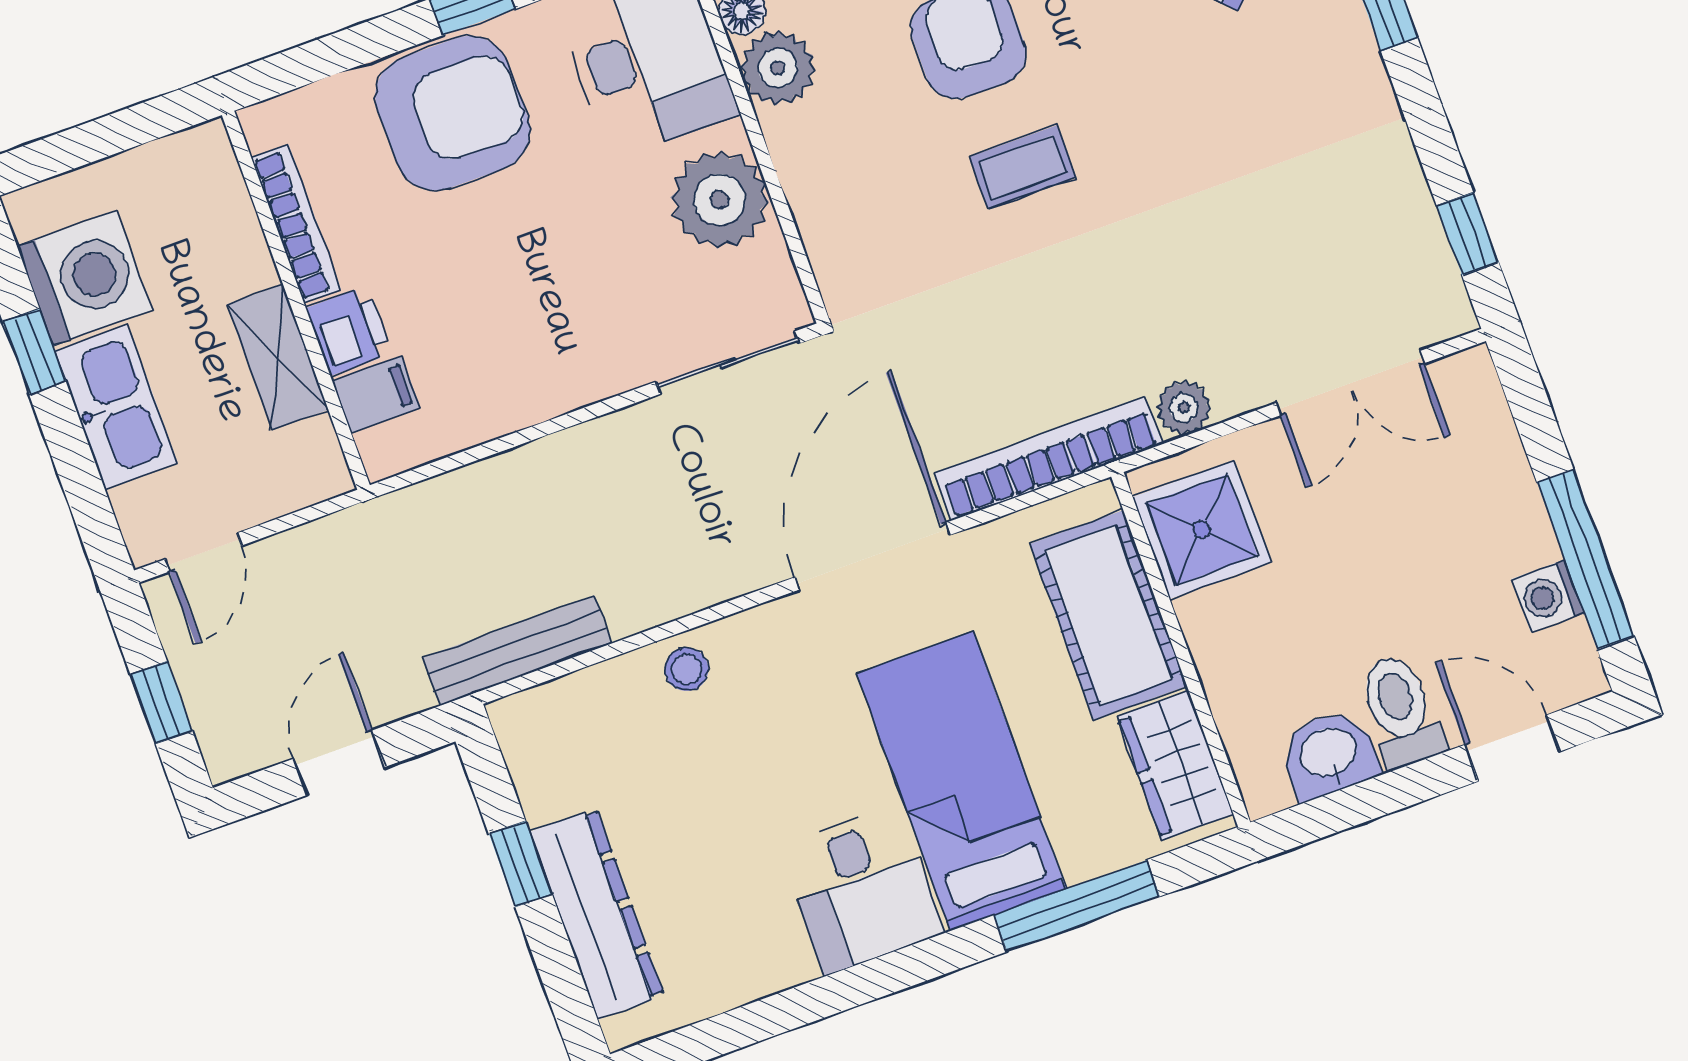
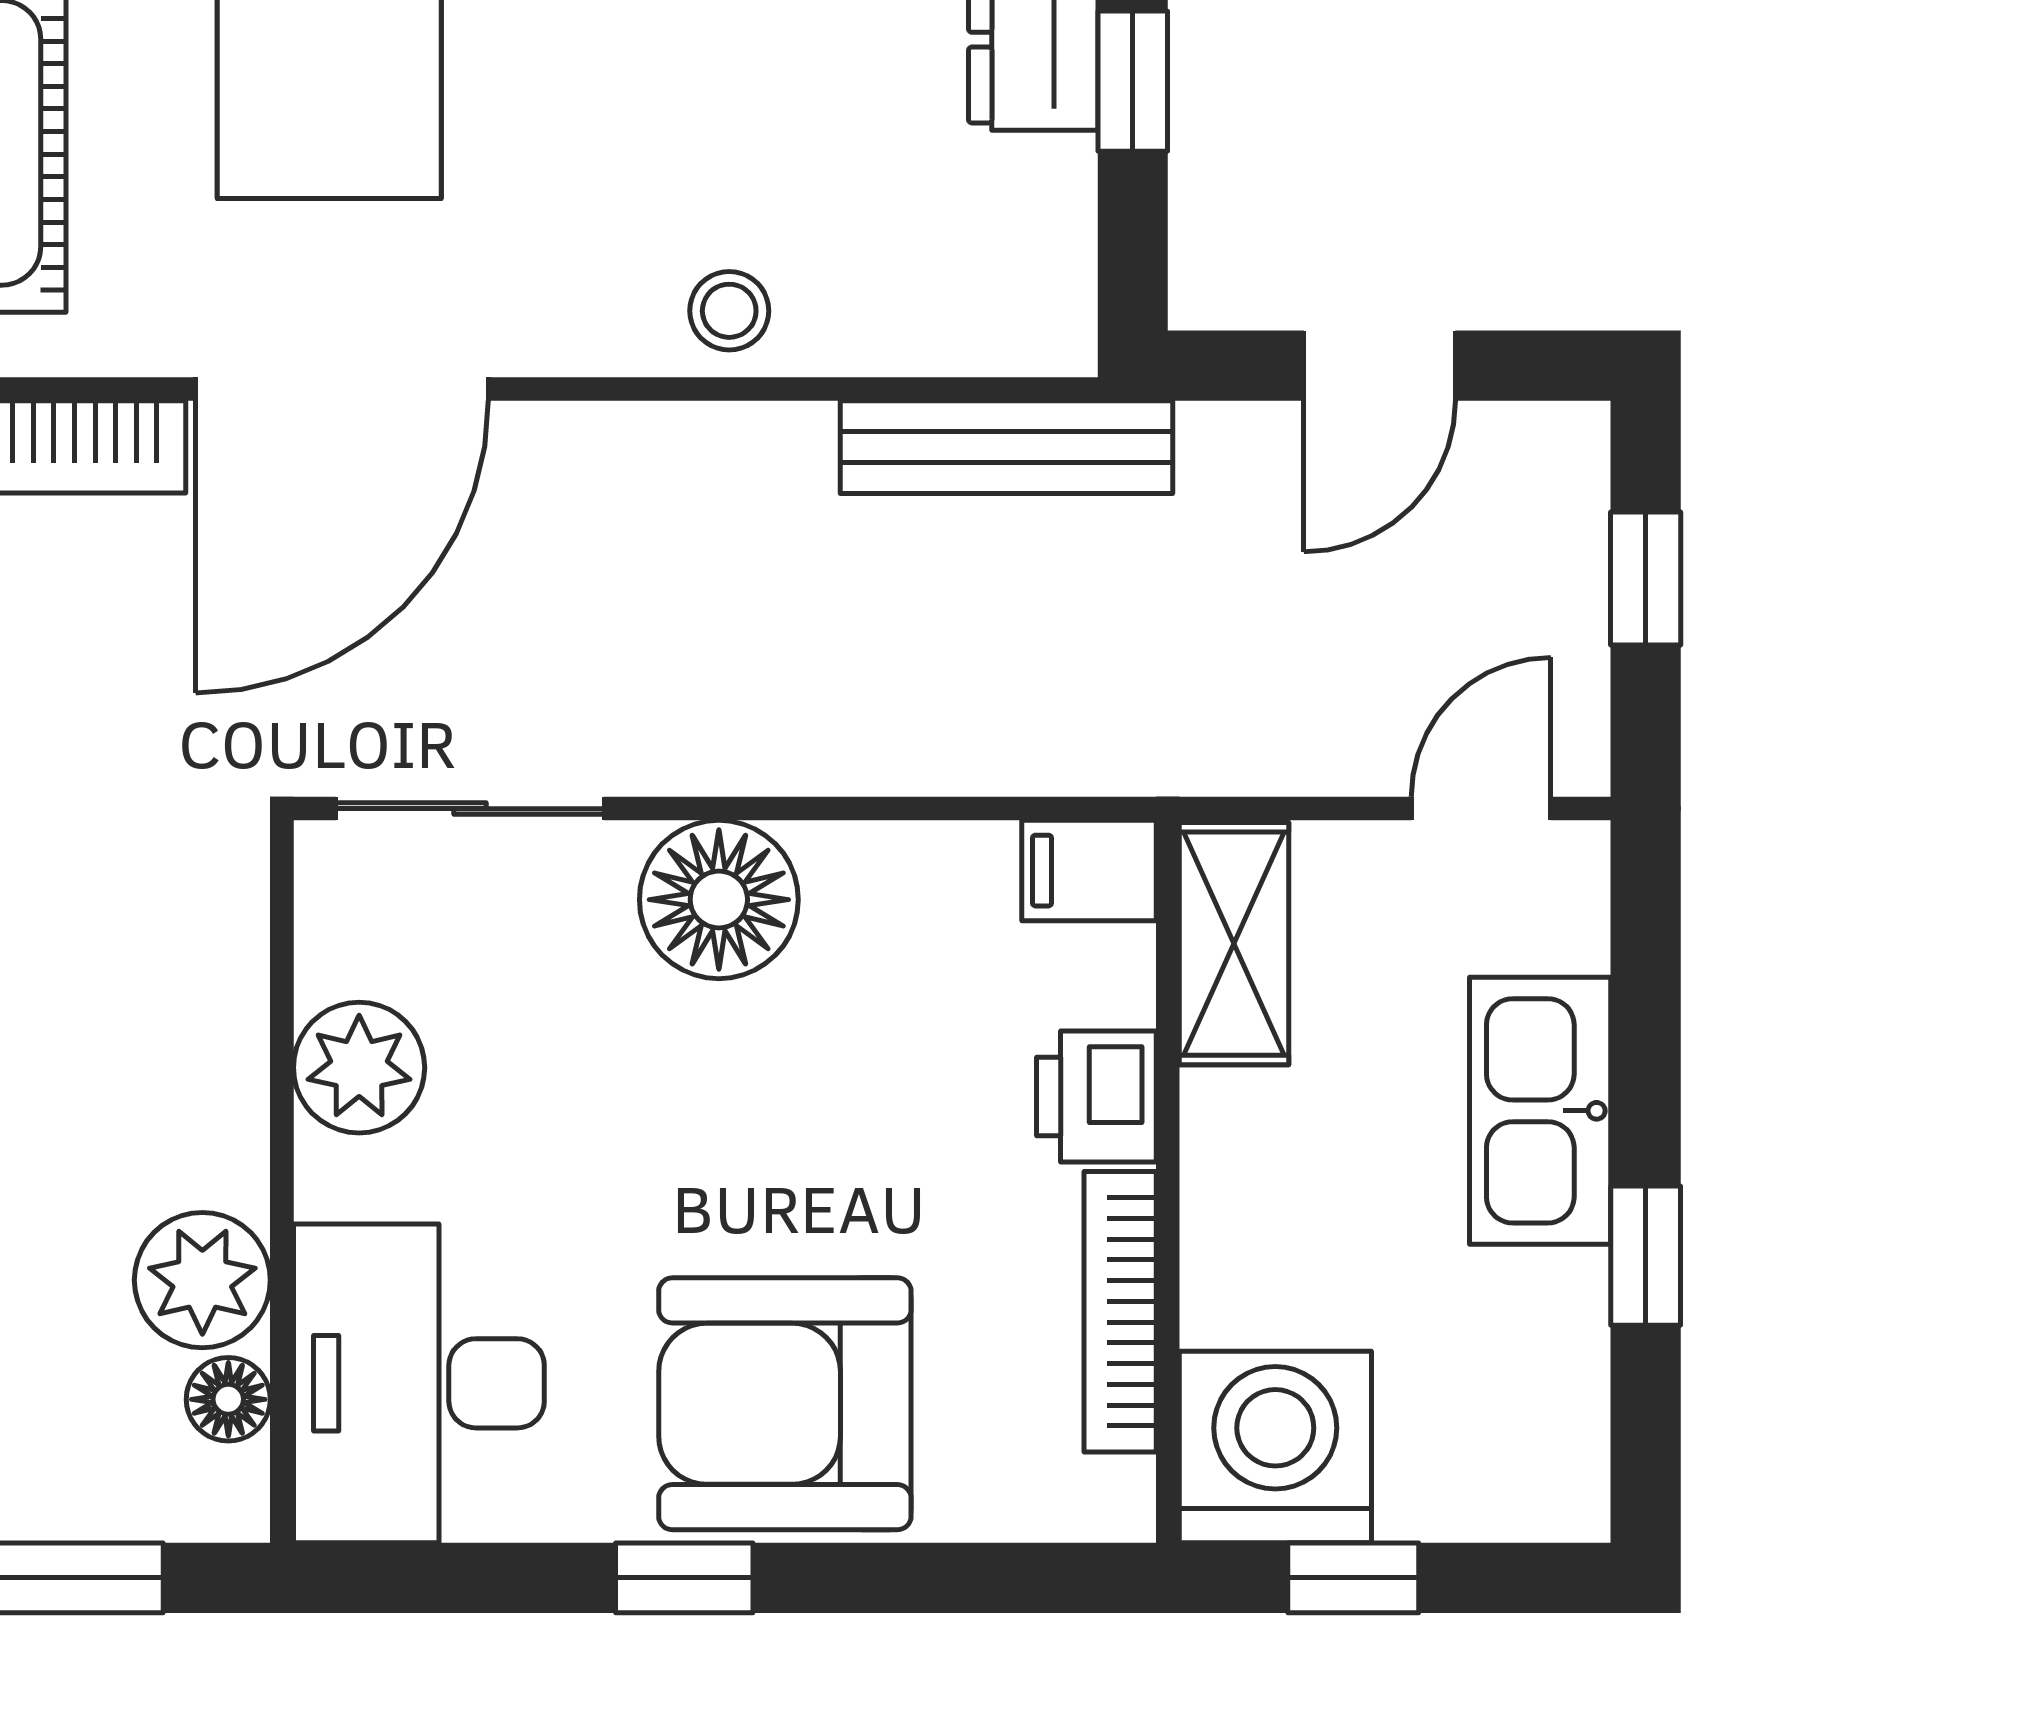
window: (125, 130) -> (1353, 1578), added
plant: (720, 200) -> (359, 1068), width x0.73, depth x0.73
washing machine: (84, 278) -> (1275, 1447), moved, turned 90
shelving: (278, 357) -> (1234, 944), moved
floor lamp: (581, 362) -> (719, 900), added
filing cabinet: (376, 394) -> (1089, 871), moved

